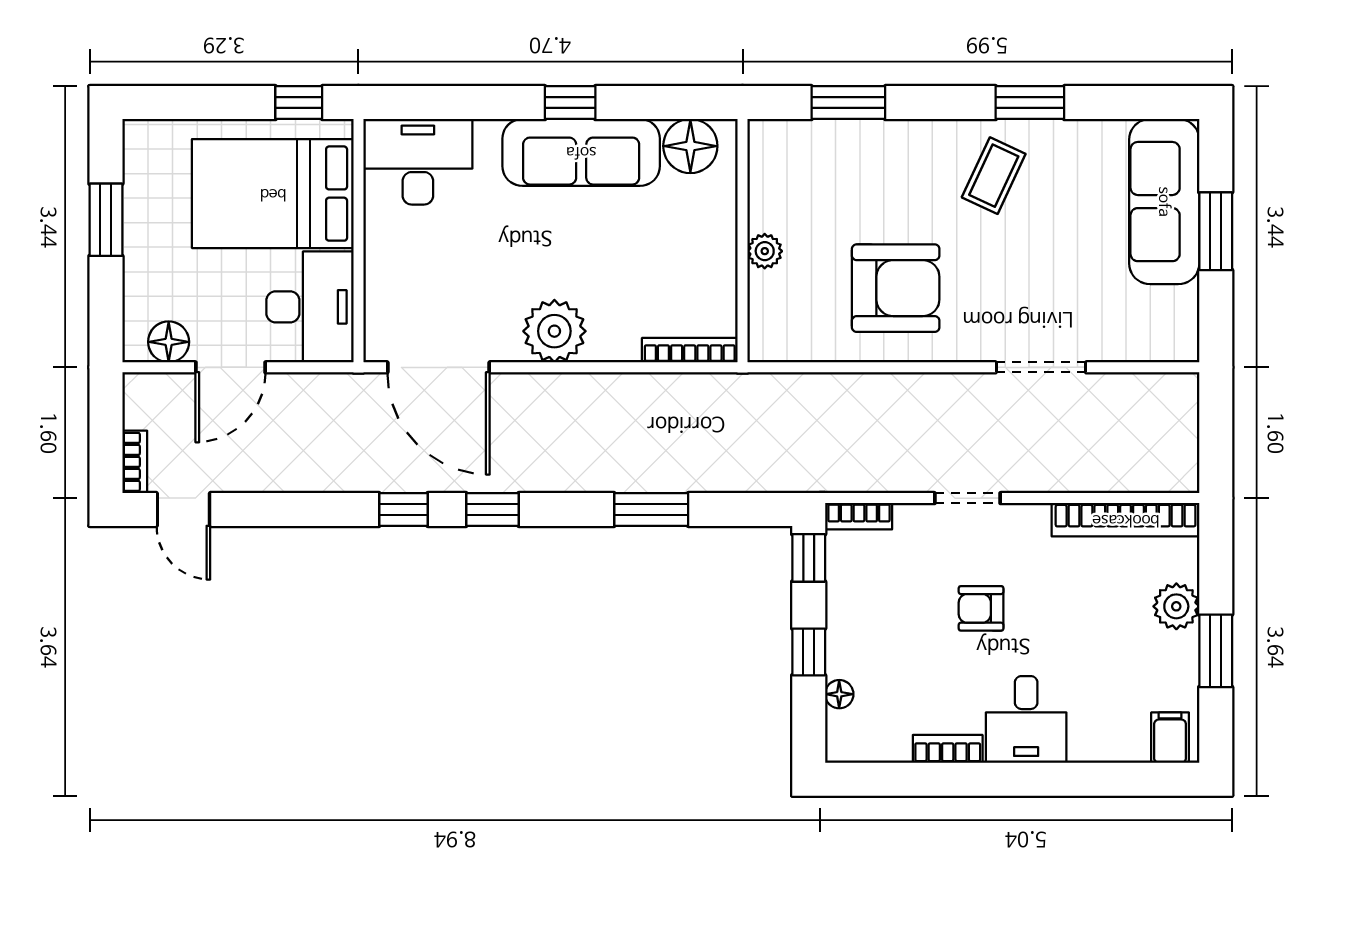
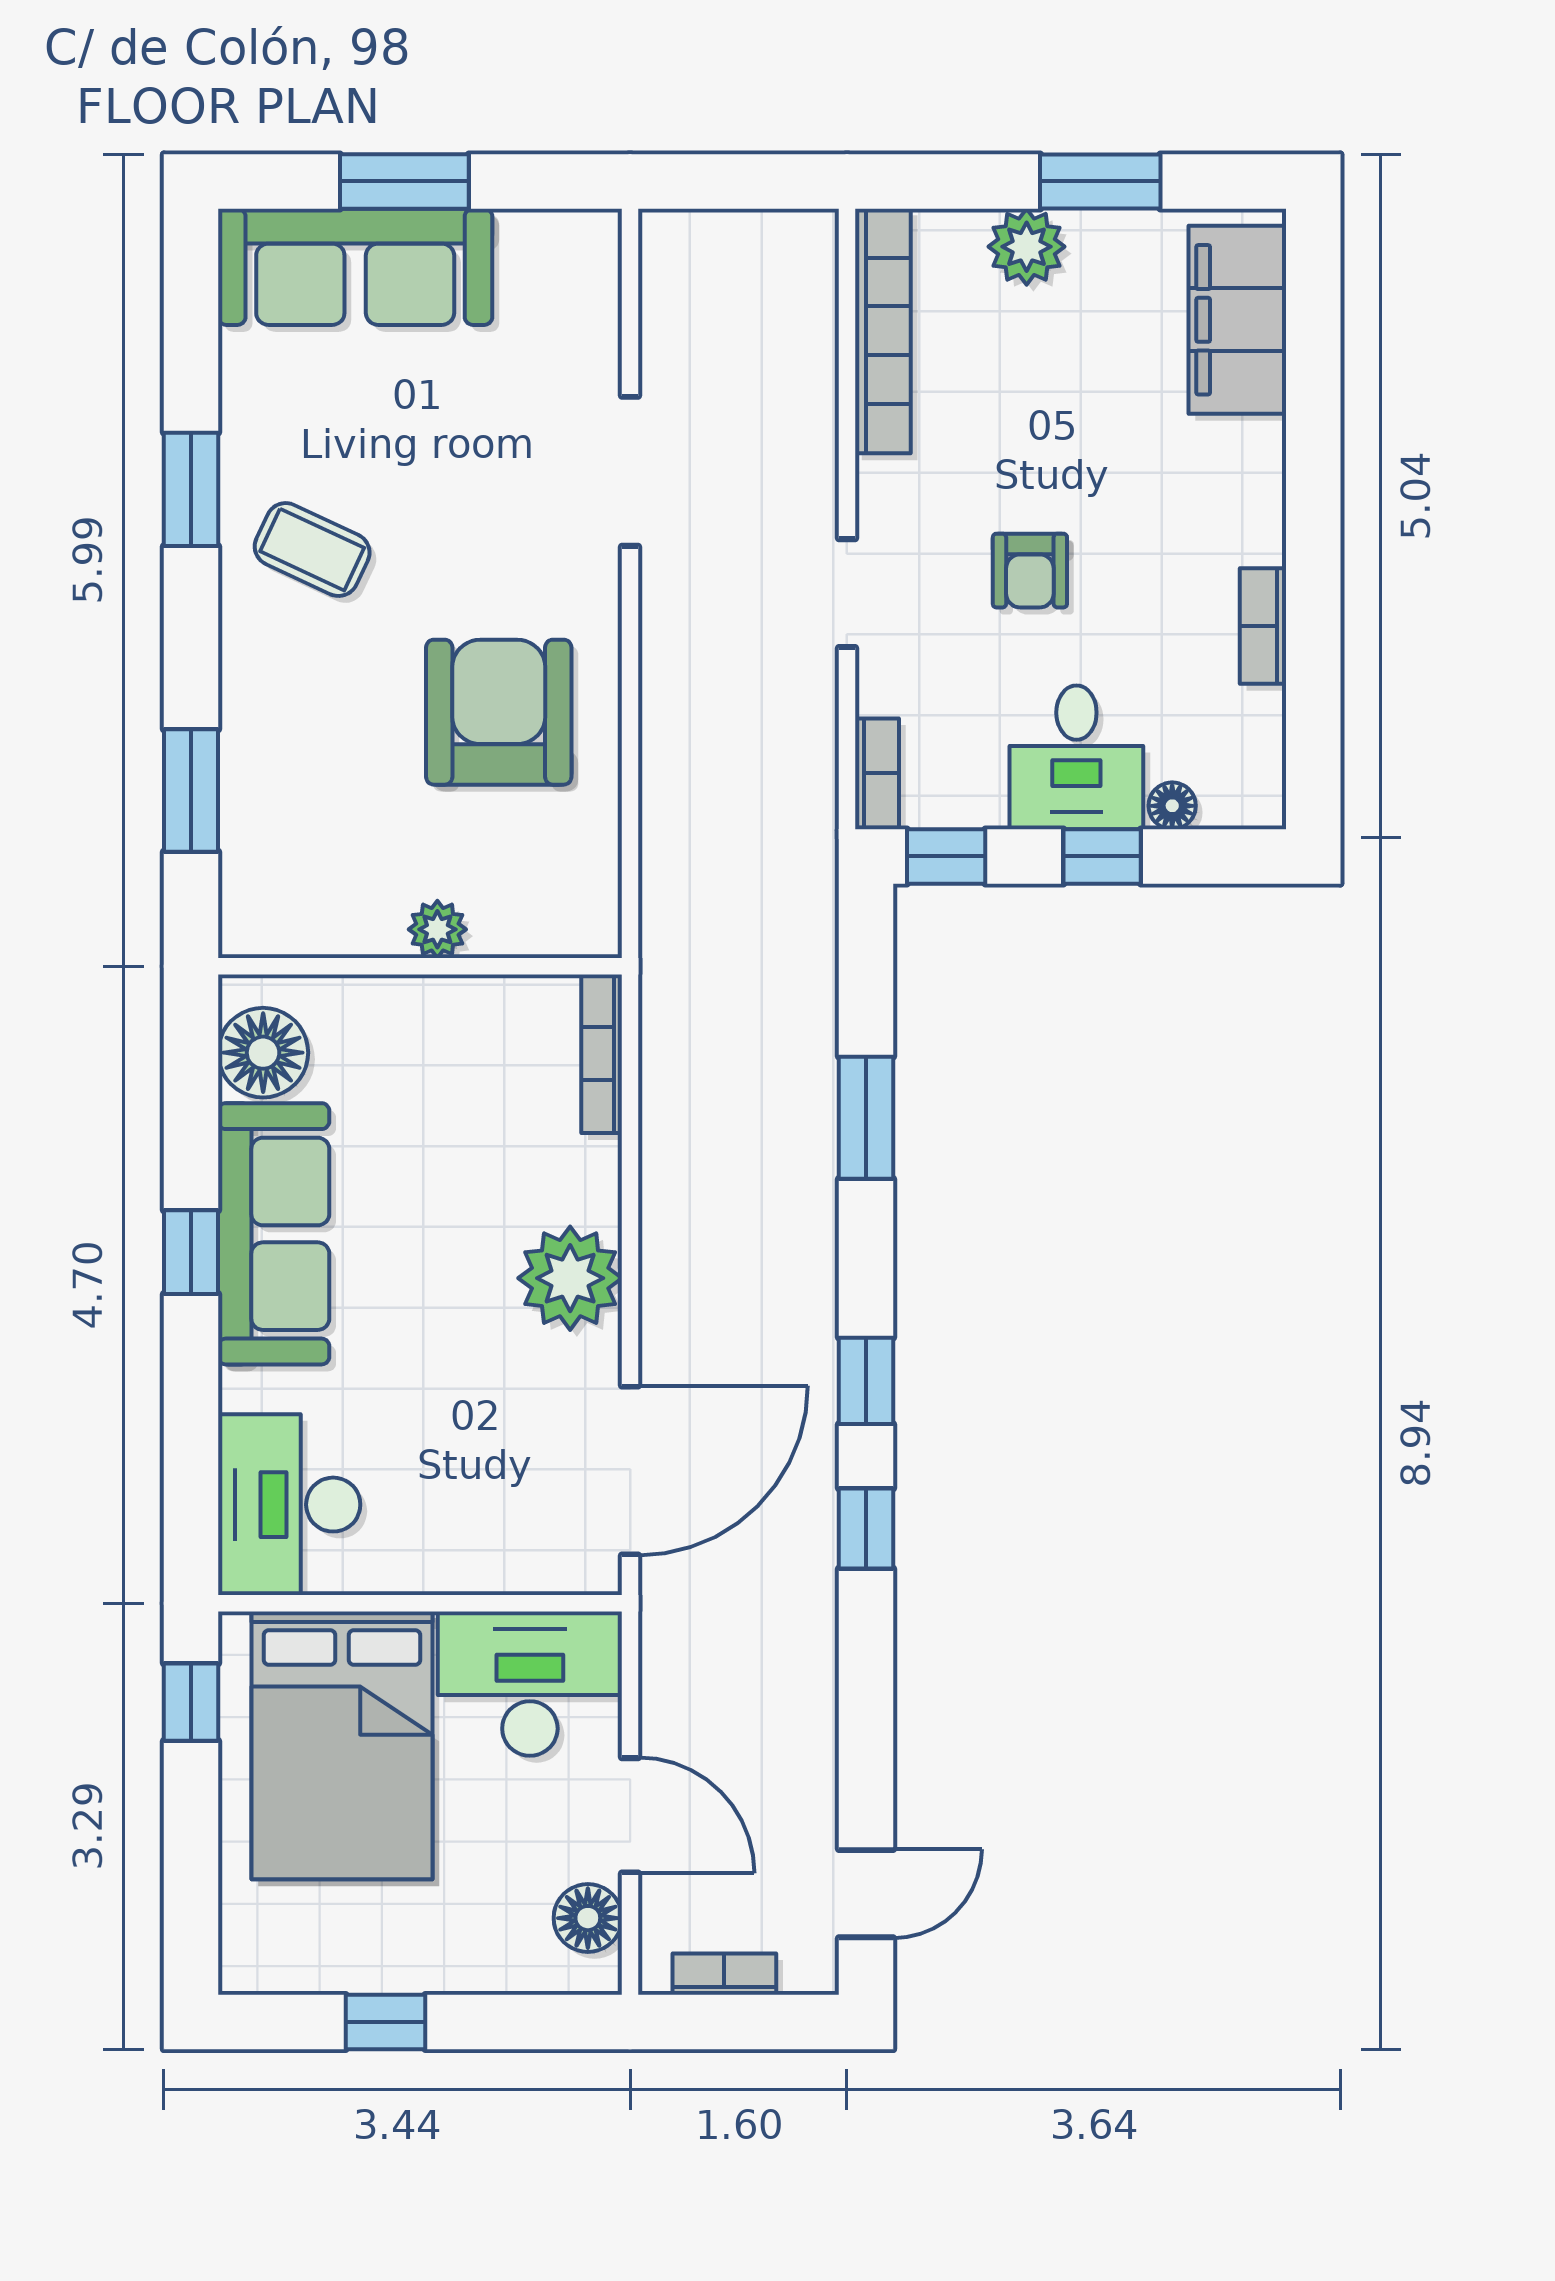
window: (106, 220) -> (385, 2022), width x0.67
bookcase: (135, 462) -> (724, 1974), moved
desk: (1026, 719) -> (1076, 757), moved, turned 90
filing cabinet: (1170, 738) -> (1237, 320), width x3.00, depth x1.17

